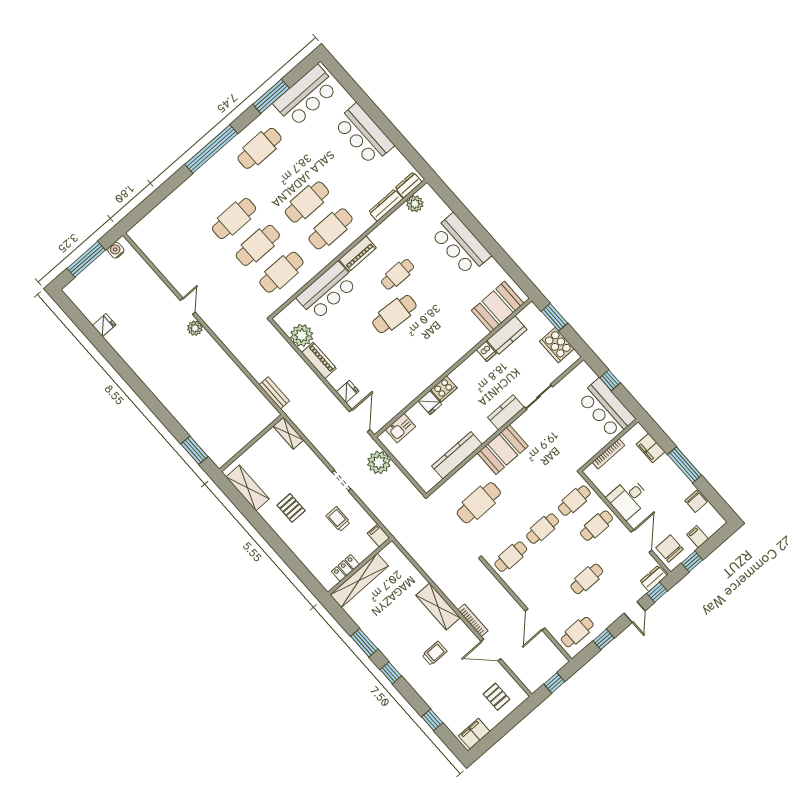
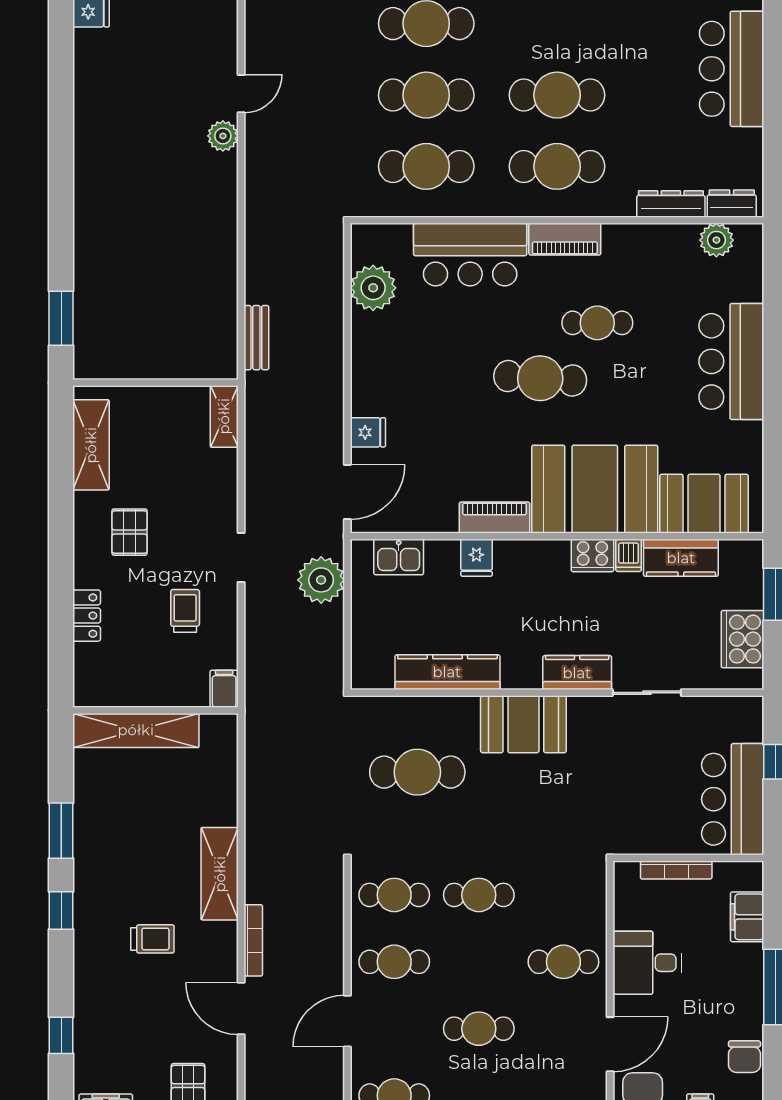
booth: (452, 338) -> (595, 489), added
piano: (319, 360) -> (495, 518), moved, turned -90
cooker: (444, 389) -> (592, 555), moved
cafe table: (574, 501) -> (394, 962), moved
locker: (345, 568) -> (87, 616), moved, turned 90

